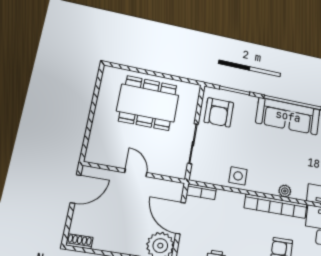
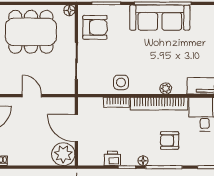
floor lamp: (194, 89) -> (69, 10), added
armchair: (219, 112) -> (95, 27), turned -90
bookcase: (201, 192) -> (117, 102), moved

